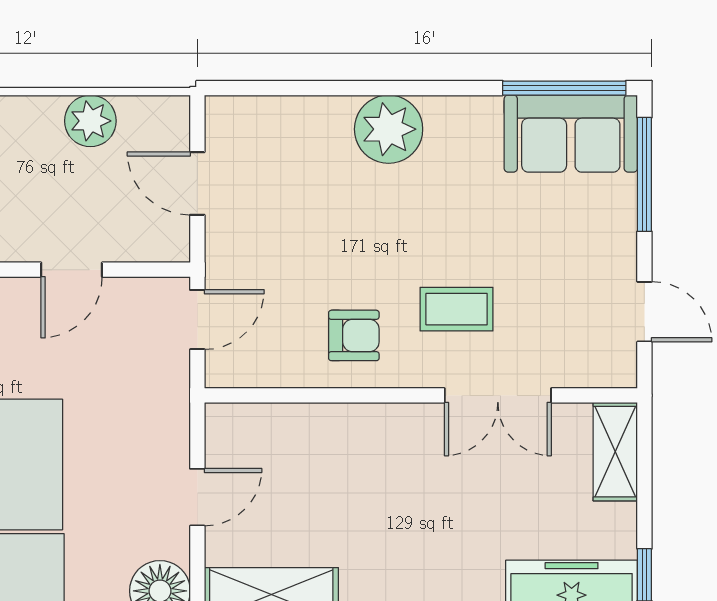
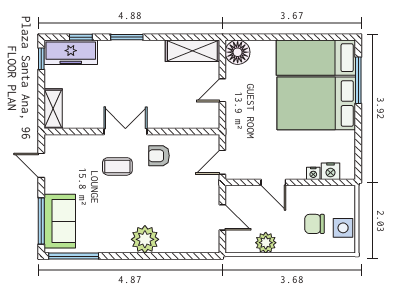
sofa: (571, 134) -> (60, 221), moved, turned 90
door: (72, 270) -> (273, 182), swing flipped
double door: (498, 395) -> (125, 131), moved

